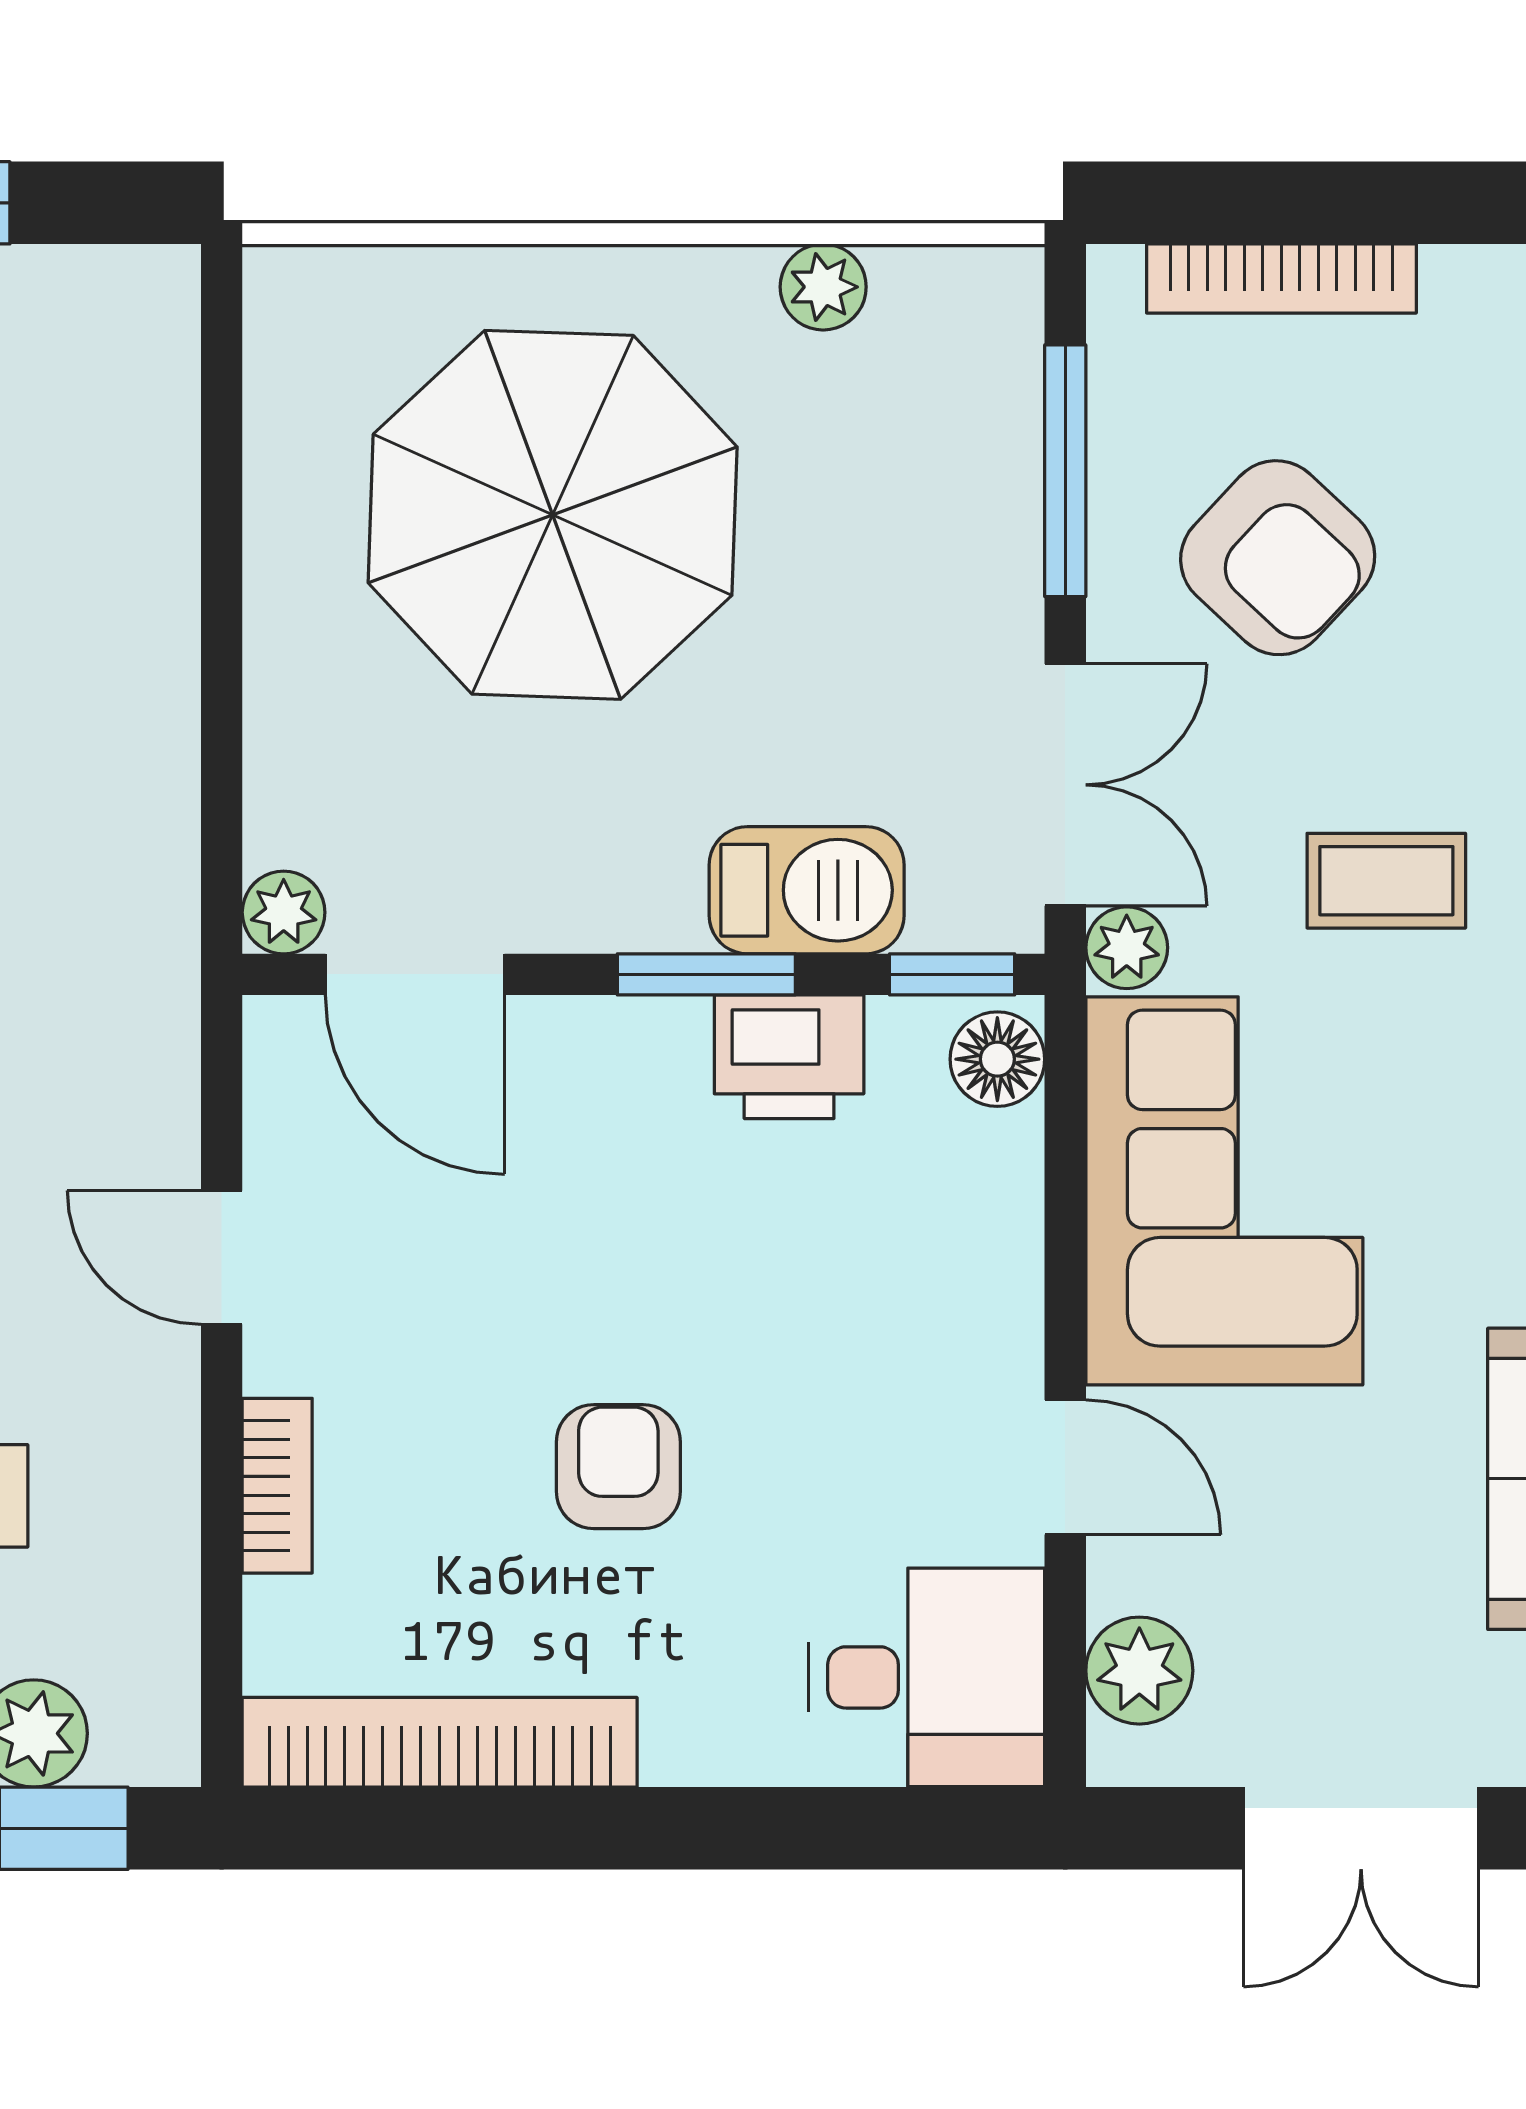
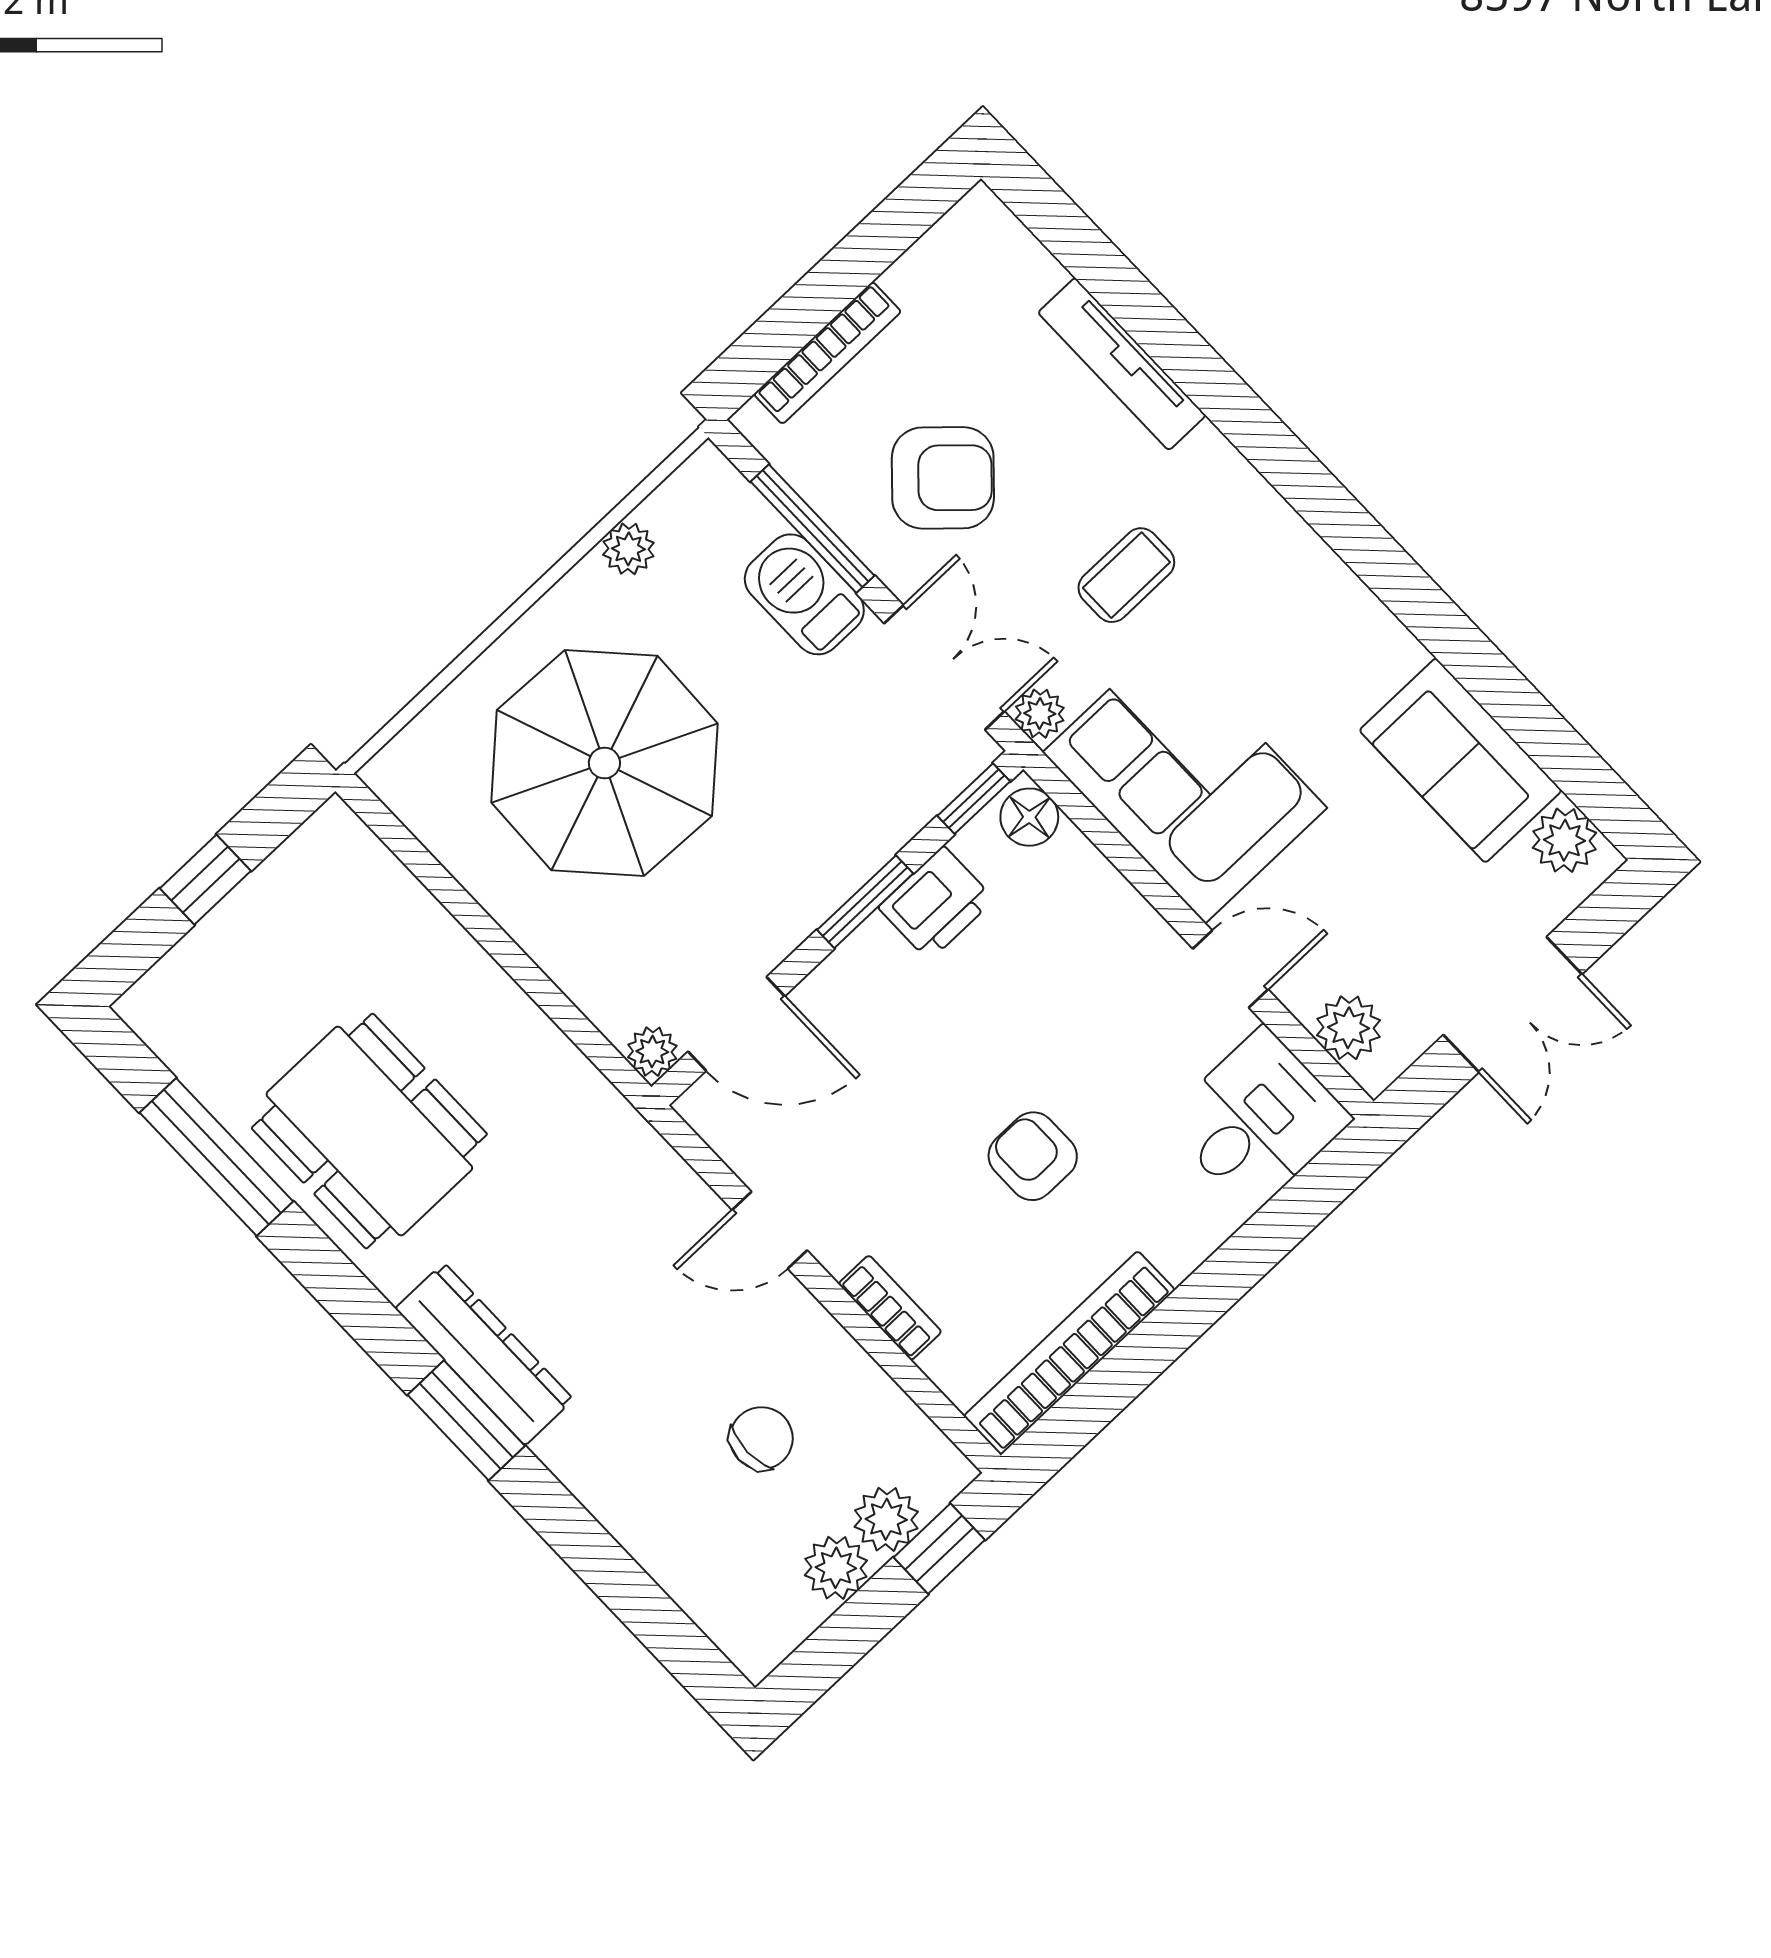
barbecue: (807, 890) -> (804, 594), moved, turned -90

